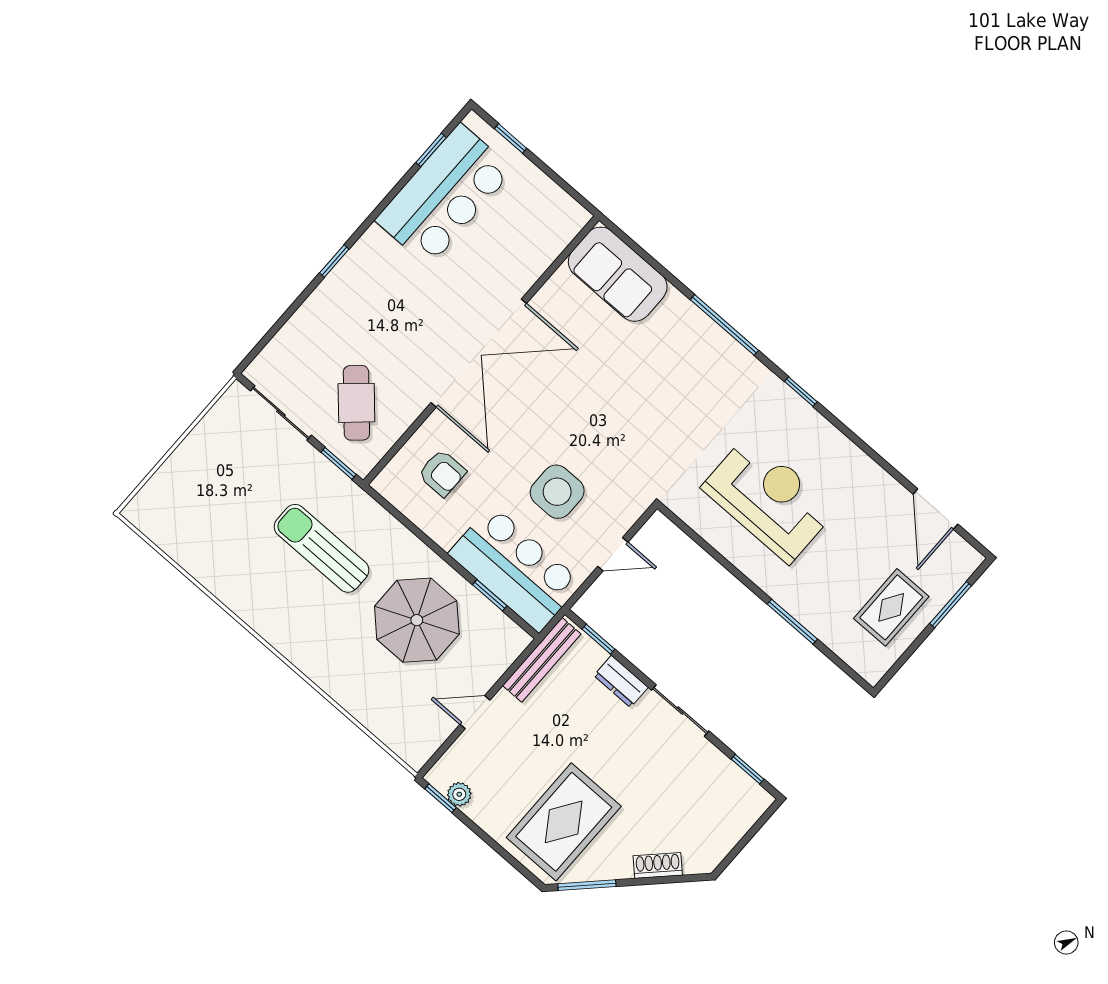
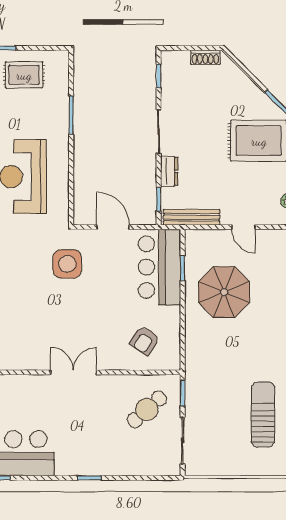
double door: (479, 353) -> (73, 372), width x0.54
armchair: (442, 473) -> (145, 341), turned -146
side table: (557, 492) -> (67, 264), moved
sun lounger: (322, 548) -> (263, 415), moved, turned 180
door: (613, 554) -> (113, 227), width x1.38
shoe rack: (658, 866) -> (205, 57), moved, turned -45

